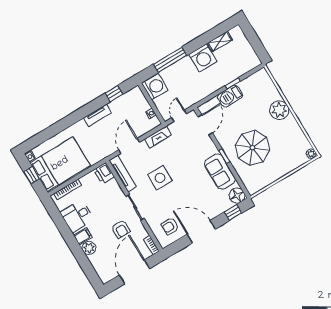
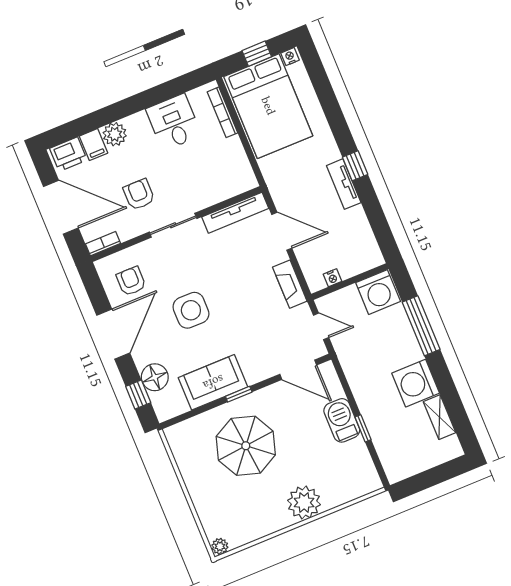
window: (114, 94) -> (355, 166), moved
printer: (104, 173) -> (68, 154), moved, turned 180
side table: (160, 178) -> (191, 310), moved
floor lamp: (237, 196) -> (155, 377), moved
armchair: (121, 229) -> (139, 194), turned 90
filing cabinet: (83, 236) -> (93, 145), moved

